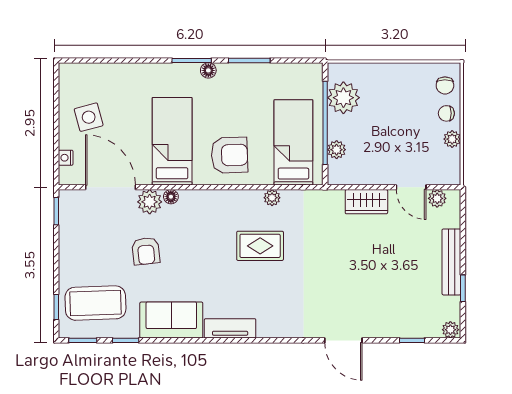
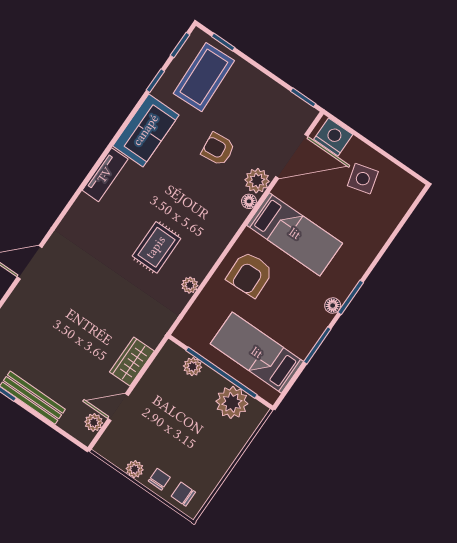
bed: (293, 142) -> (257, 353), moved, turned 180
nightstand: (66, 158) -> (333, 137), width x1.89, depth x1.79

